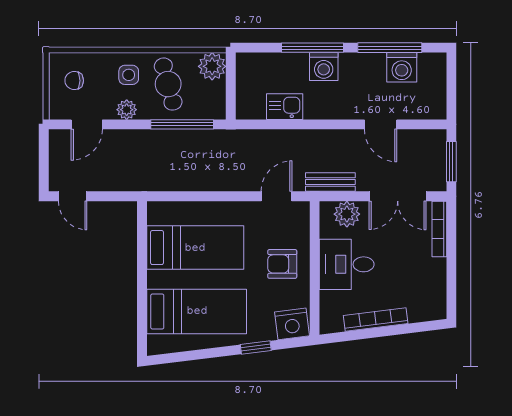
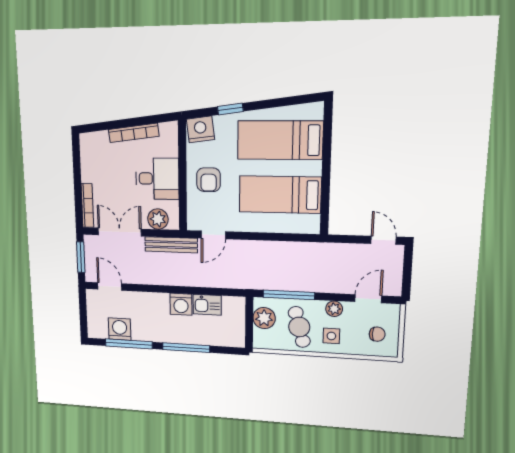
plant: (212, 66) -> (264, 318), moved
washing machine: (324, 67) -> (181, 304), moved, turned 180
door: (381, 124) -> (110, 286), moved
bench: (330, 182) -> (171, 245), width x1.36
armchair: (282, 264) -> (209, 180), turned 90

